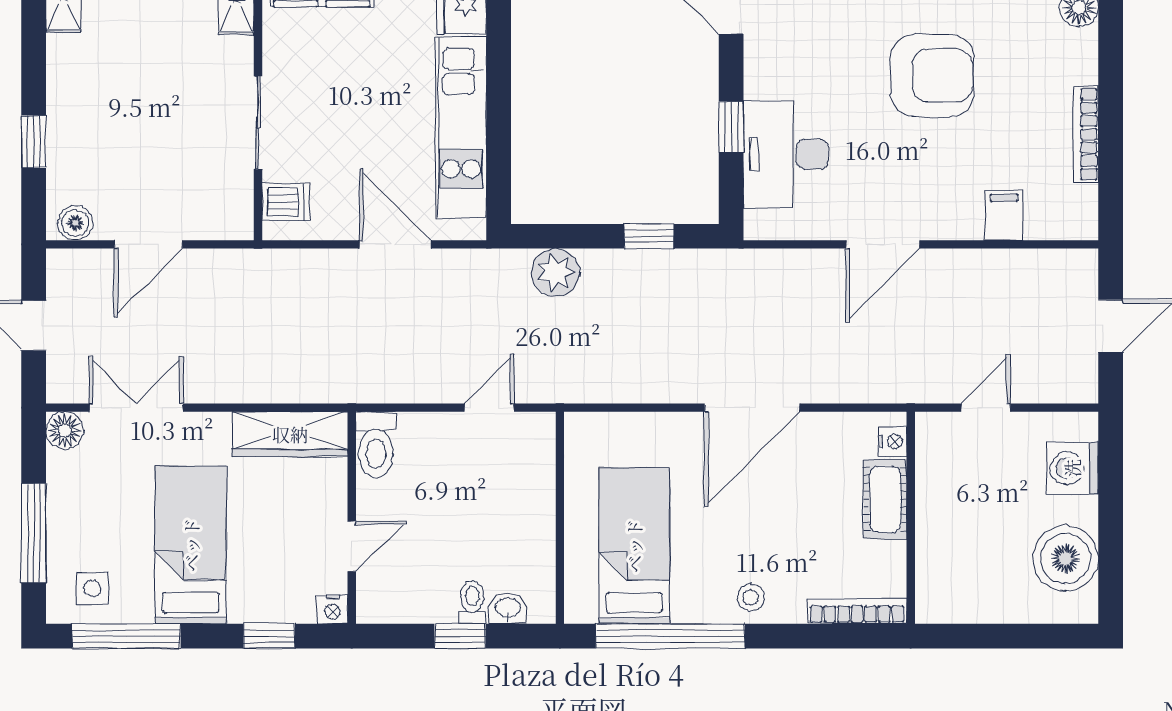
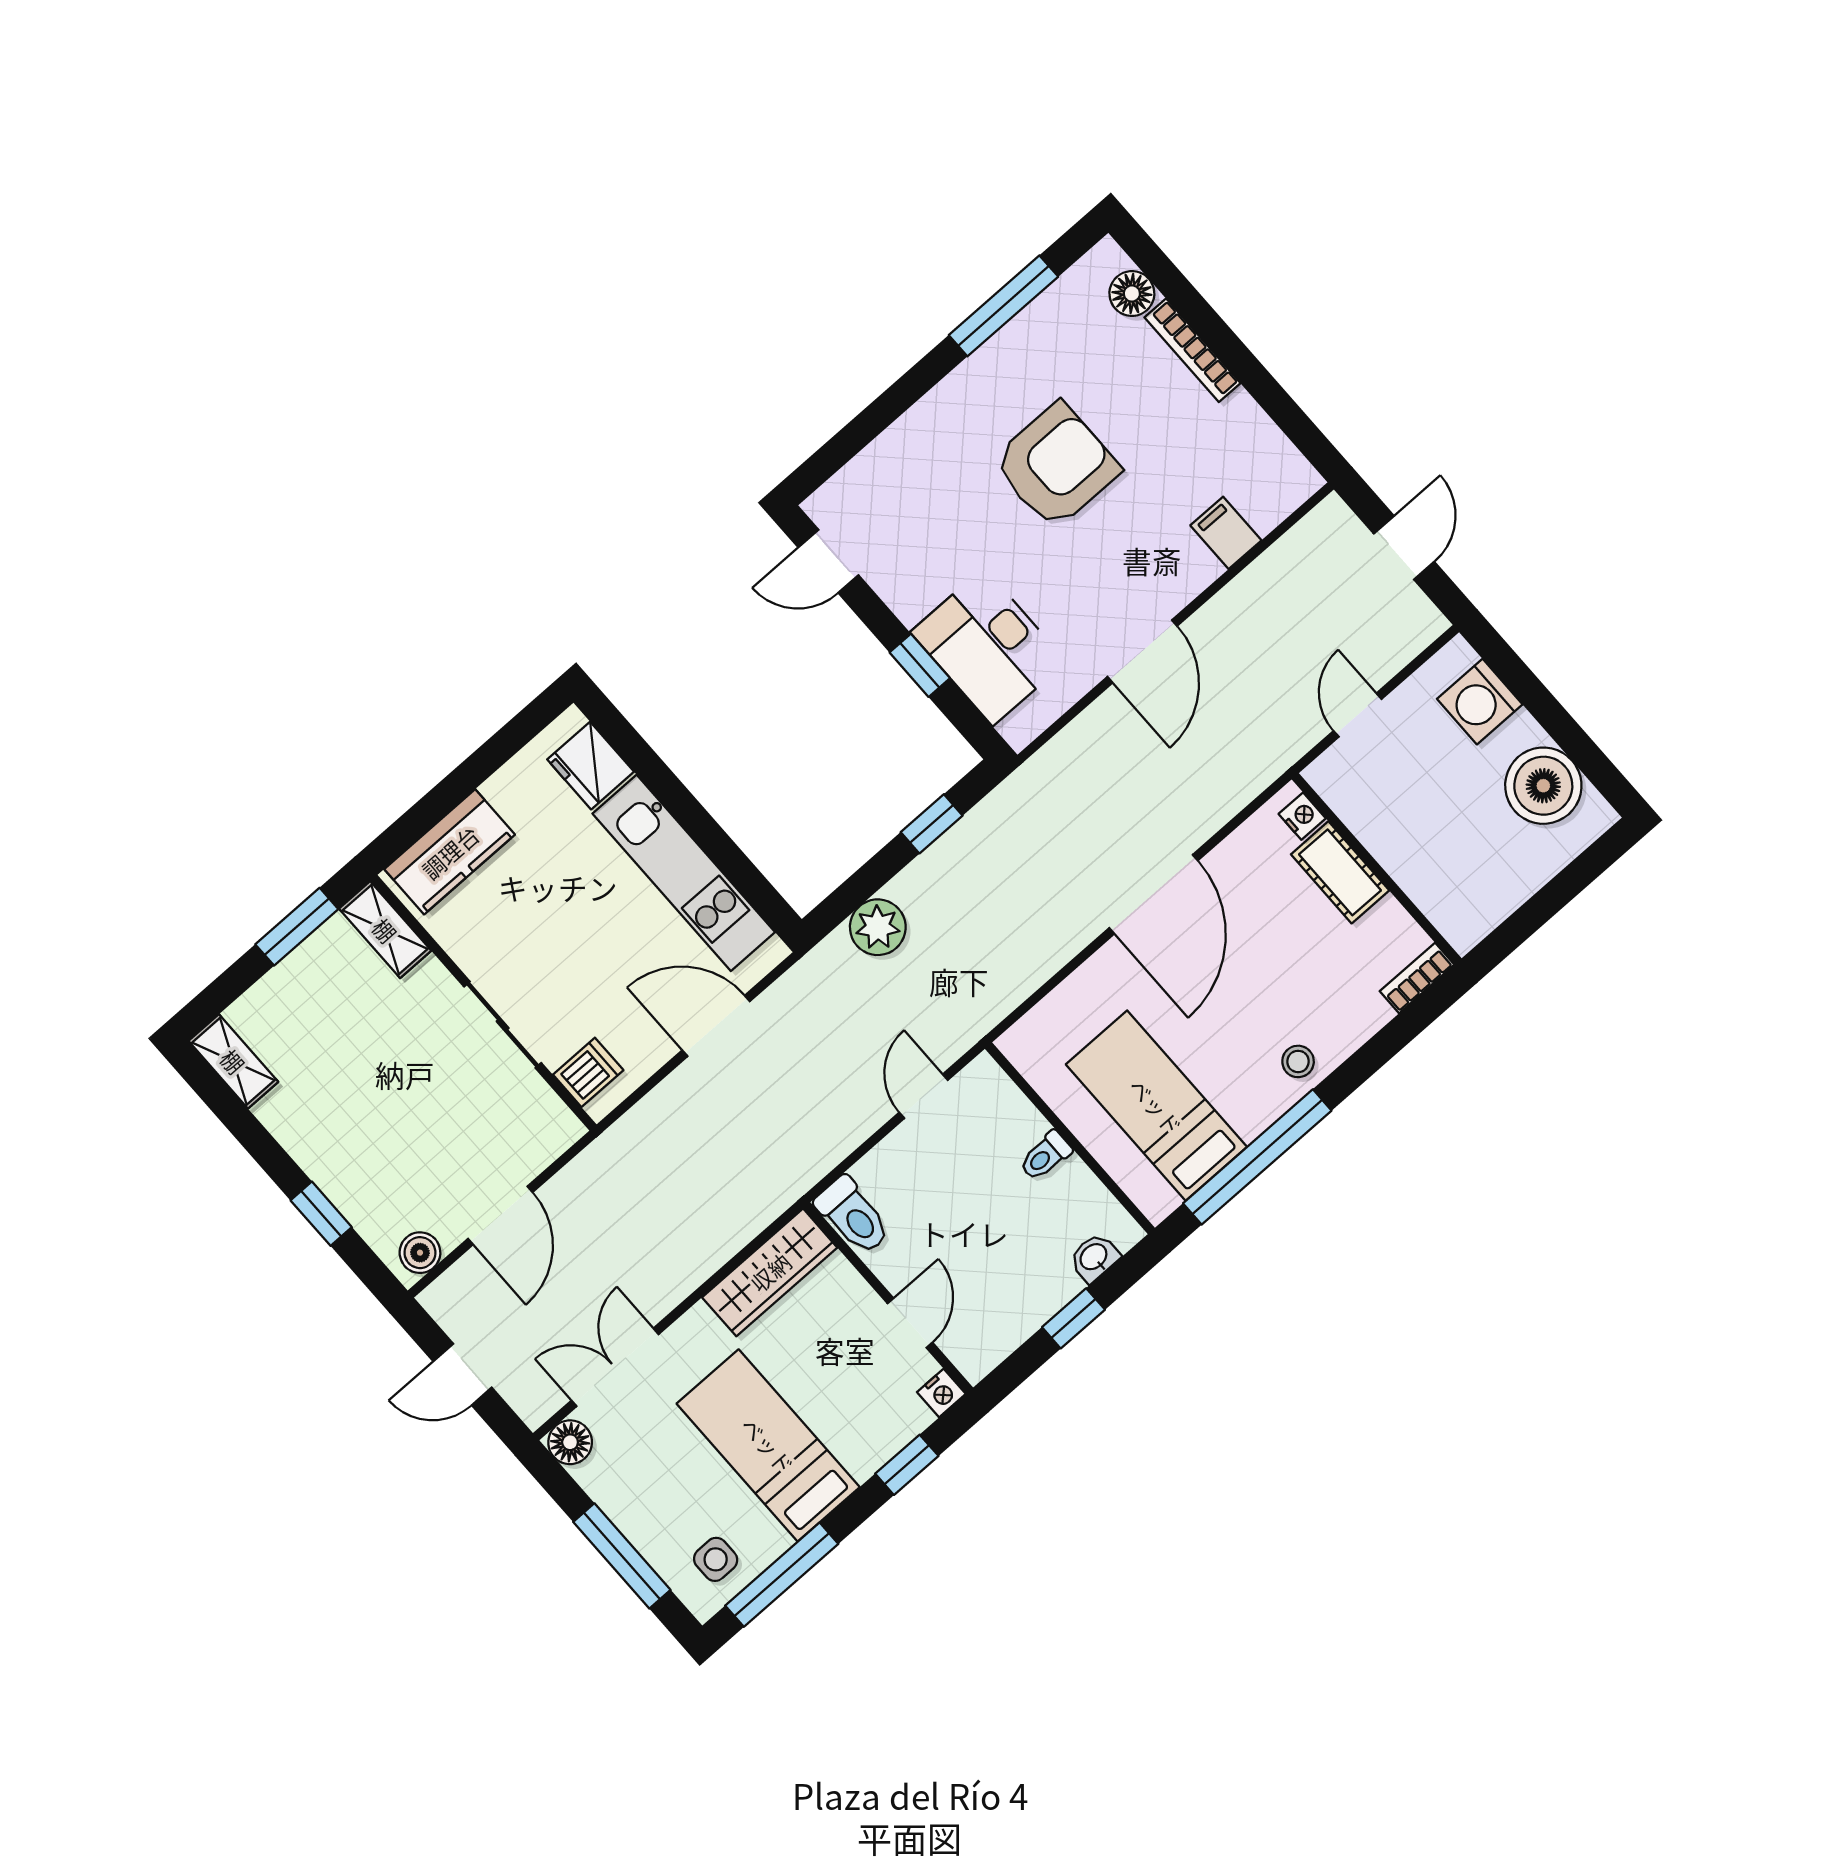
bookcase: (1086, 134) -> (1192, 350), moved
toilet: (472, 602) -> (1045, 1156), moved, turned -90
bookcase: (857, 611) -> (1417, 978), width x0.64

